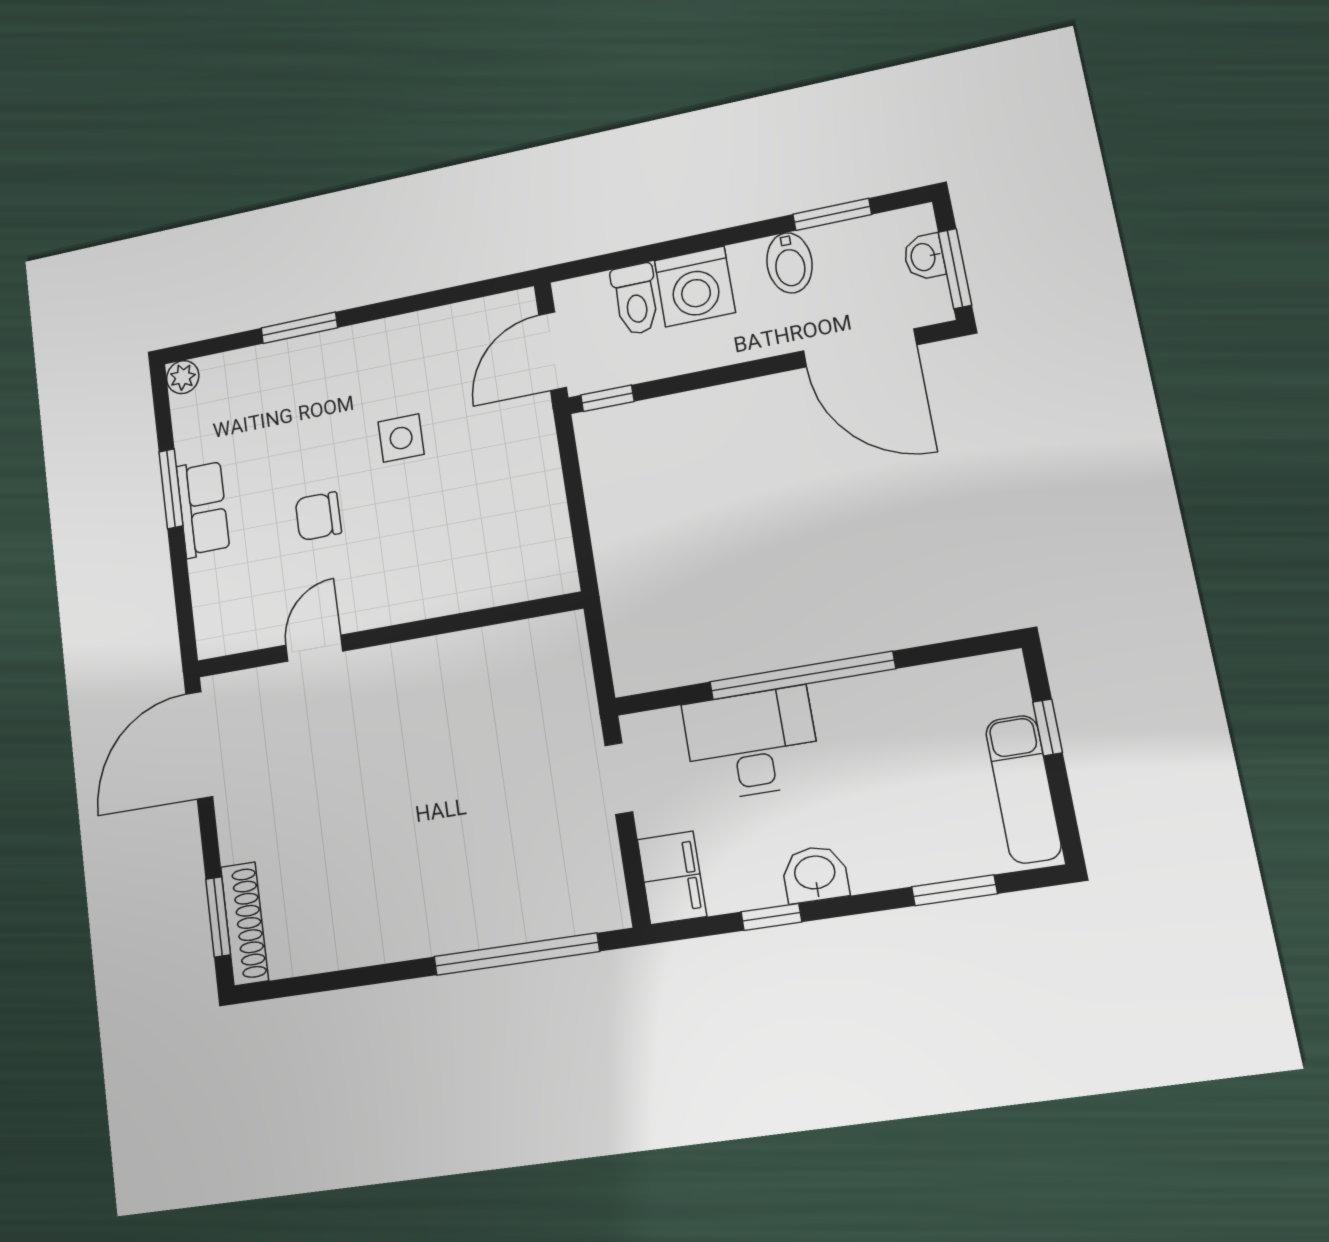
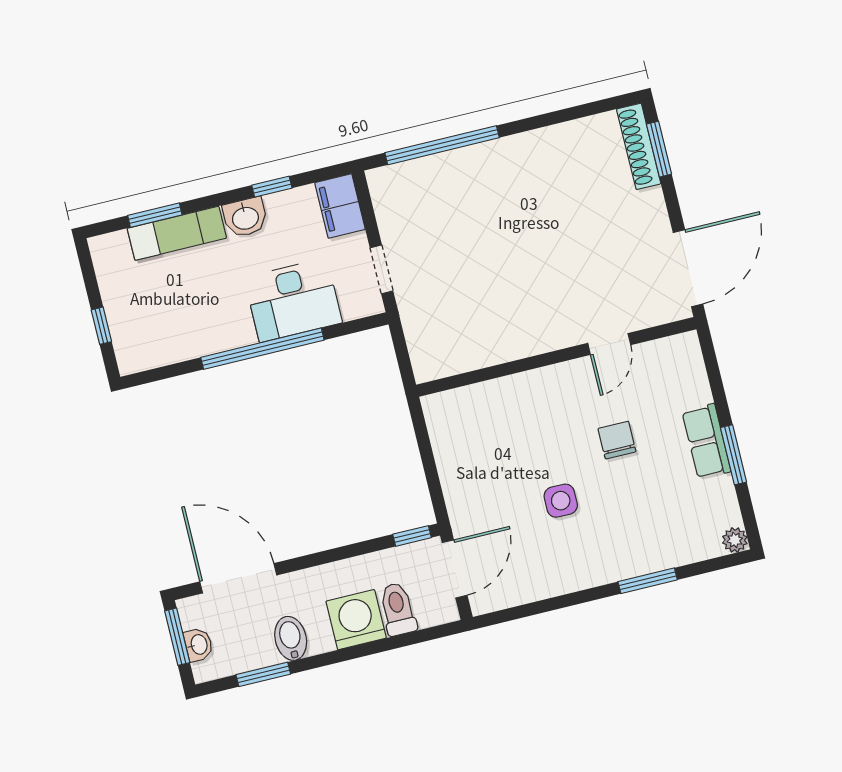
chair: (318, 516) -> (617, 440), turned -90
exam couch: (1023, 789) -> (177, 233), moved, turned 90

